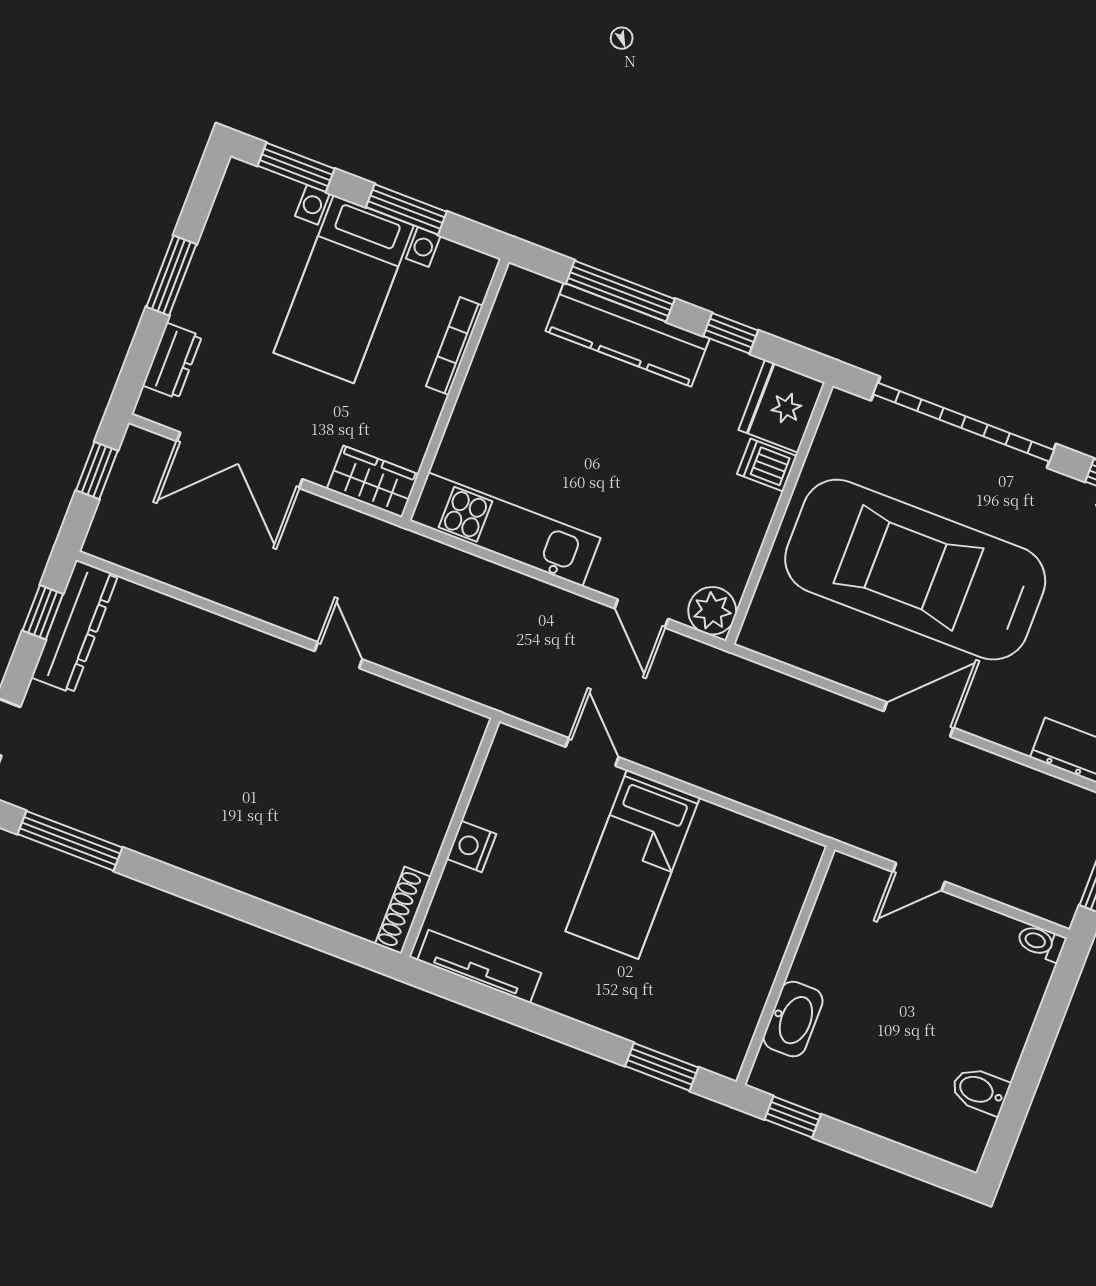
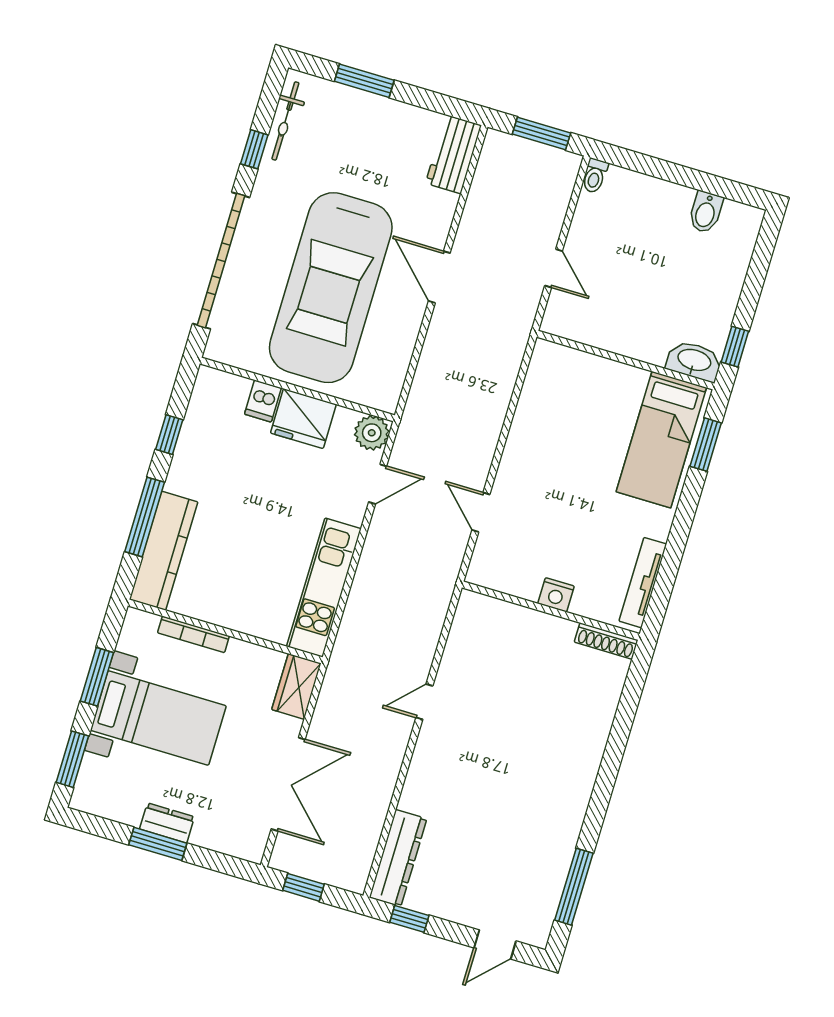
kitchen counter: (628, 335) -> (164, 551), moved
dresser: (172, 361) -> (167, 823), moved
fridge: (782, 406) -> (303, 419), moved
dresser: (75, 627) -> (398, 858), moved, turned 90
door: (592, 752) -> (481, 512), hinge flipped
bed: (633, 864) -> (661, 440), moved, turned 90
washbasin: (793, 1019) -> (694, 361), moved

